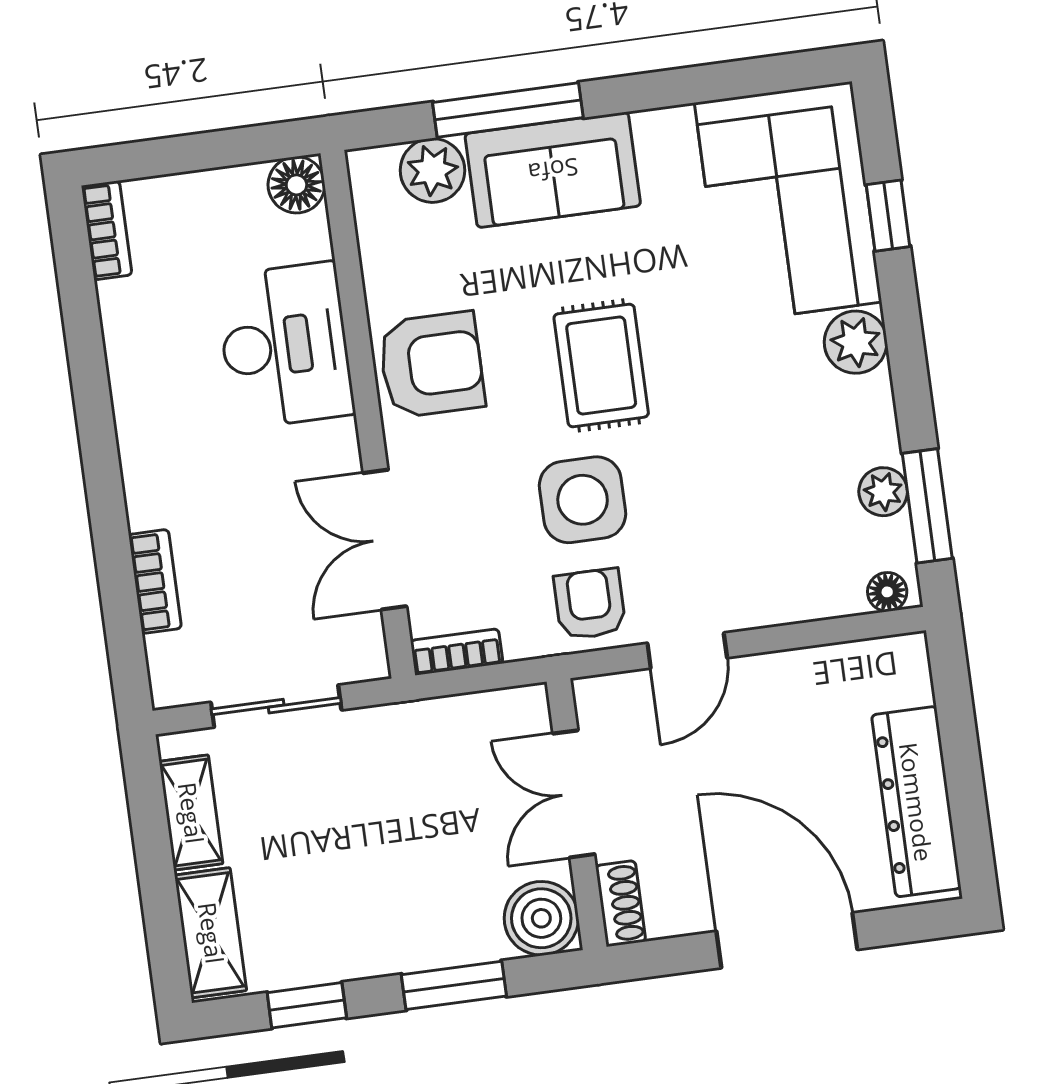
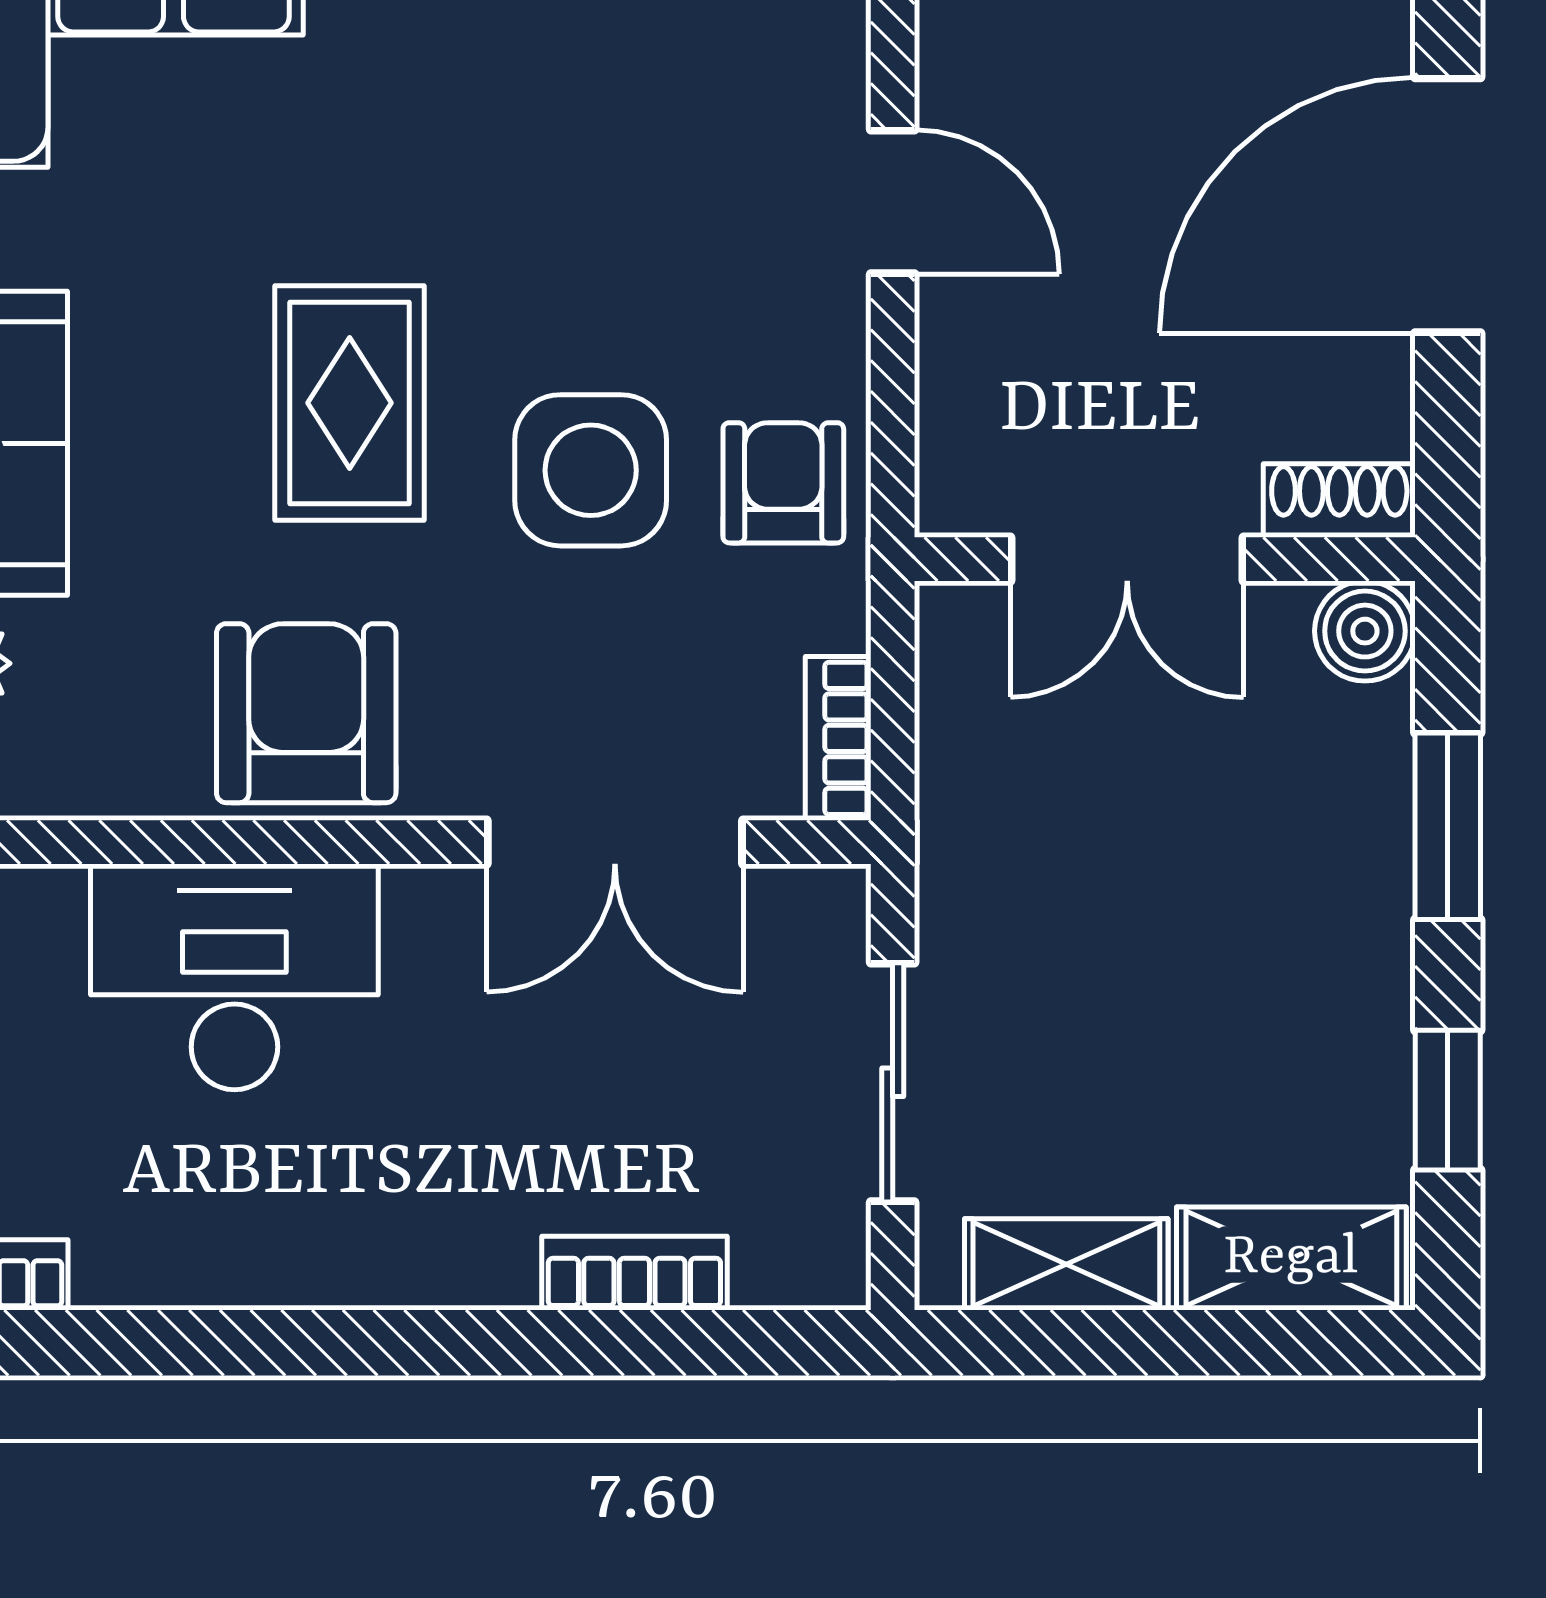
rug: (601, 365) -> (350, 403), turned 90
armchair: (590, 604) -> (783, 483), turned 90
door: (687, 651) -> (893, 202), moved
boiler: (541, 918) -> (1365, 631), width x0.73, depth x0.73

